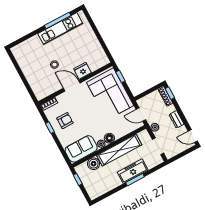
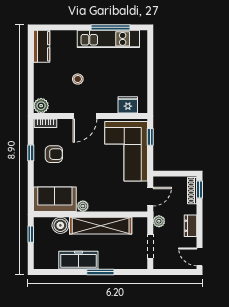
kitchen counter: (20, 56) -> (42, 46), added
fridge: (83, 71) -> (128, 105), moved
door: (72, 86) -> (85, 116), swing flipped
plant: (40, 94) -> (41, 106), added
door: (141, 115) -> (150, 197), swing flipped
floor lamp: (109, 138) -> (96, 205), removed
freezer: (133, 171) -> (78, 260), moved

